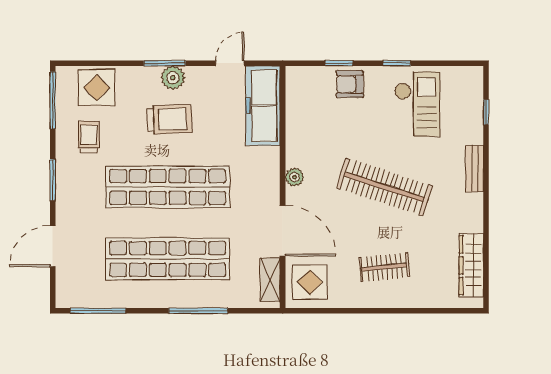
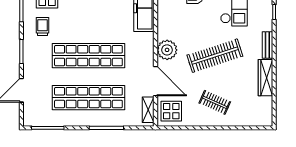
trolley: (169, 119) -> (89, 16), removed
plant: (294, 177) -> (167, 50), width x1.87, depth x1.87
clothes rail: (384, 187) -> (215, 56), turned -36
wardrobe: (471, 265) -> (265, 78), moved
clothes rail: (384, 267) -> (215, 102), turned 30

